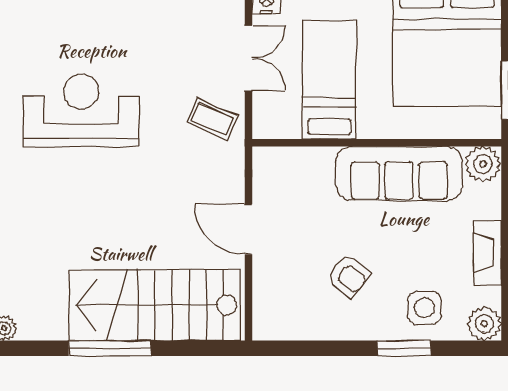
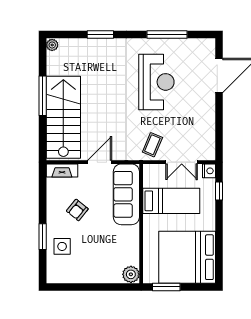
sofa: (399, 173) -> (126, 194), moved
fireplace: (487, 253) -> (62, 171), moved, turned 180
plant: (484, 324) -> (54, 275), removed

